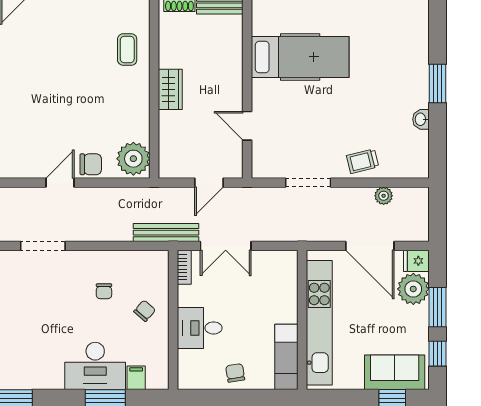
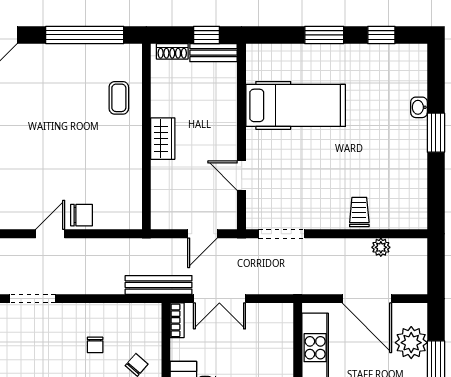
washbasin: (421, 119) -> (419, 107), moved
plant: (133, 159) -> (125, 209), removed
trolley: (362, 161) -> (359, 212), turned 104
doorway: (308, 183) -> (282, 234), moved
fridge: (416, 261) -> (414, 314), removed

